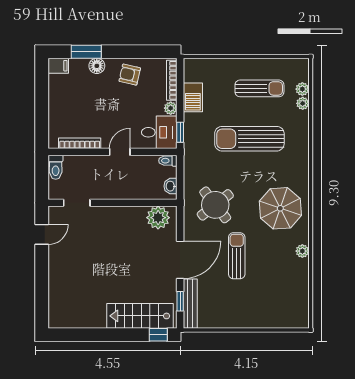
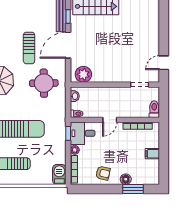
filing cabinet: (58, 66) -> (152, 154), moved
barbecue: (193, 97) -> (59, 175), moved
round table: (215, 205) -> (44, 83), turned 37

